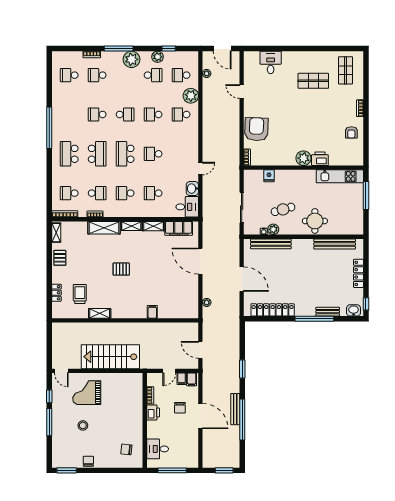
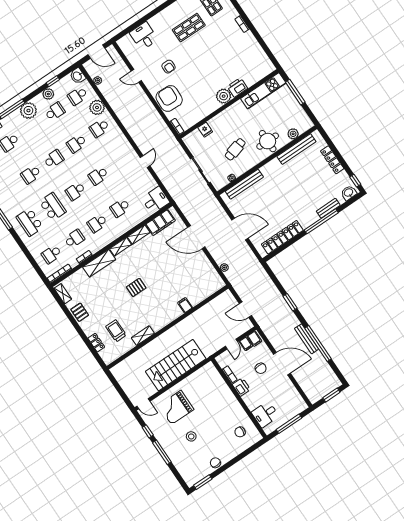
armchair: (351, 132) -> (168, 67), moved
school desk: (125, 154) -> (75, 191), width x0.54
washbasin: (192, 189) -> (78, 76), moved
plant: (273, 229) -> (293, 134), moved

